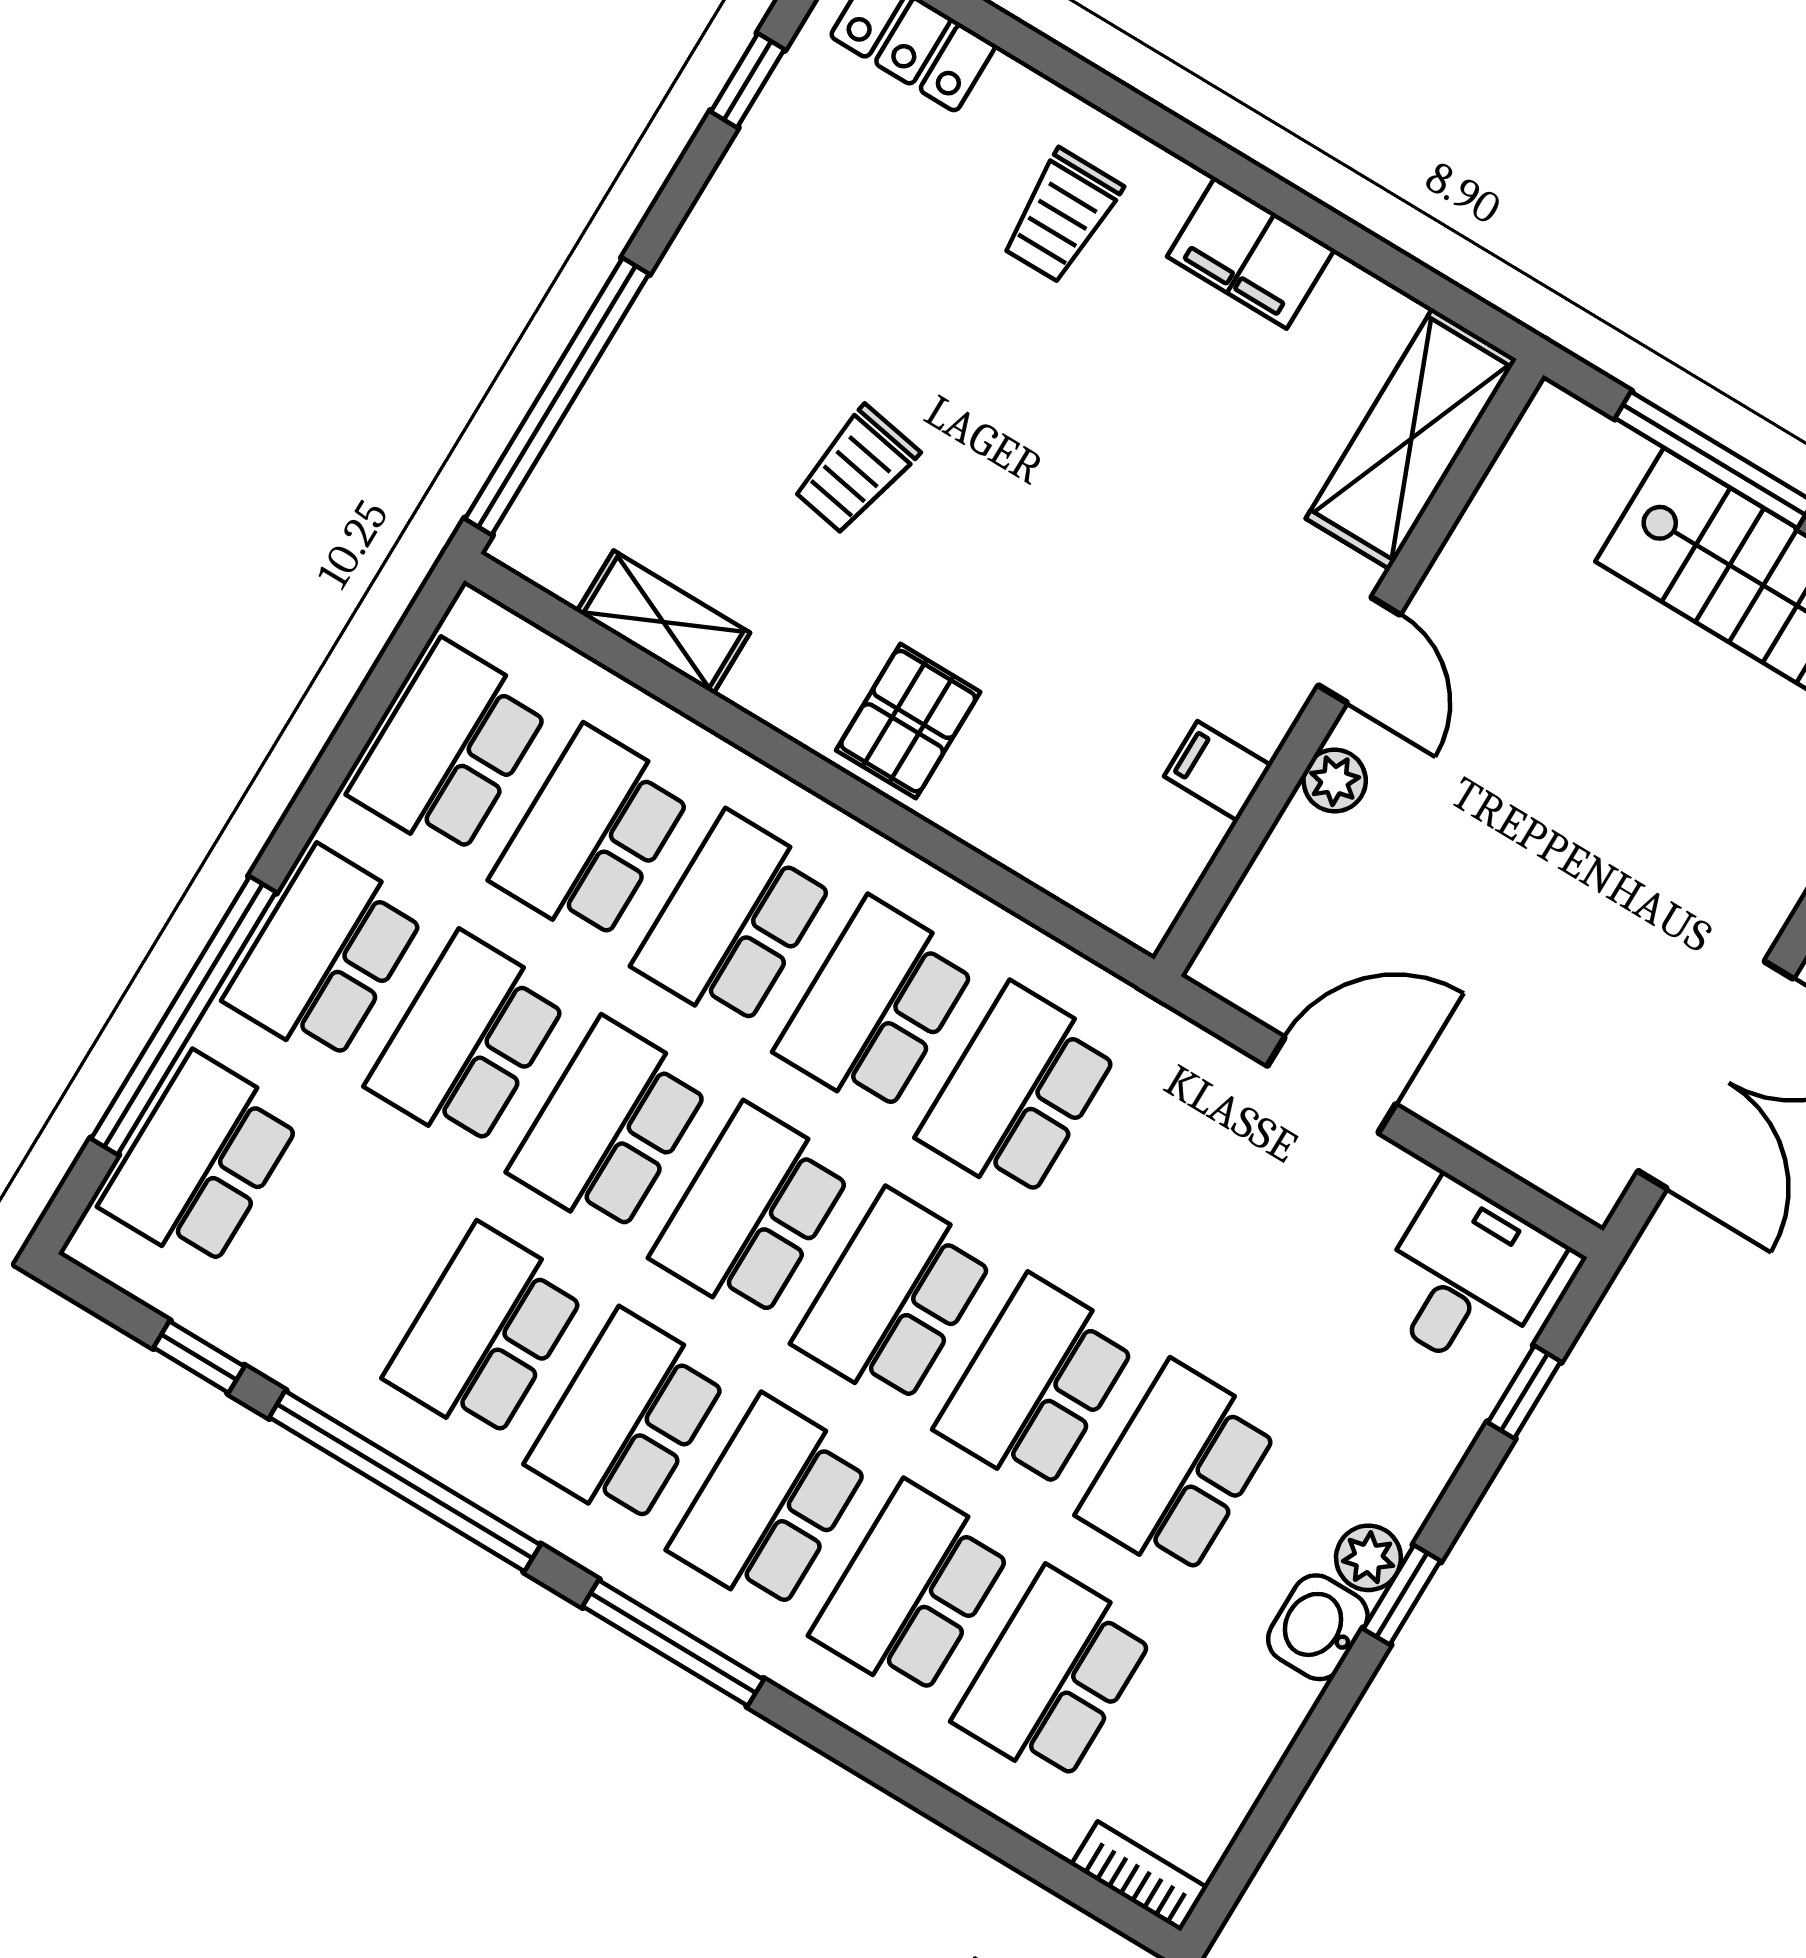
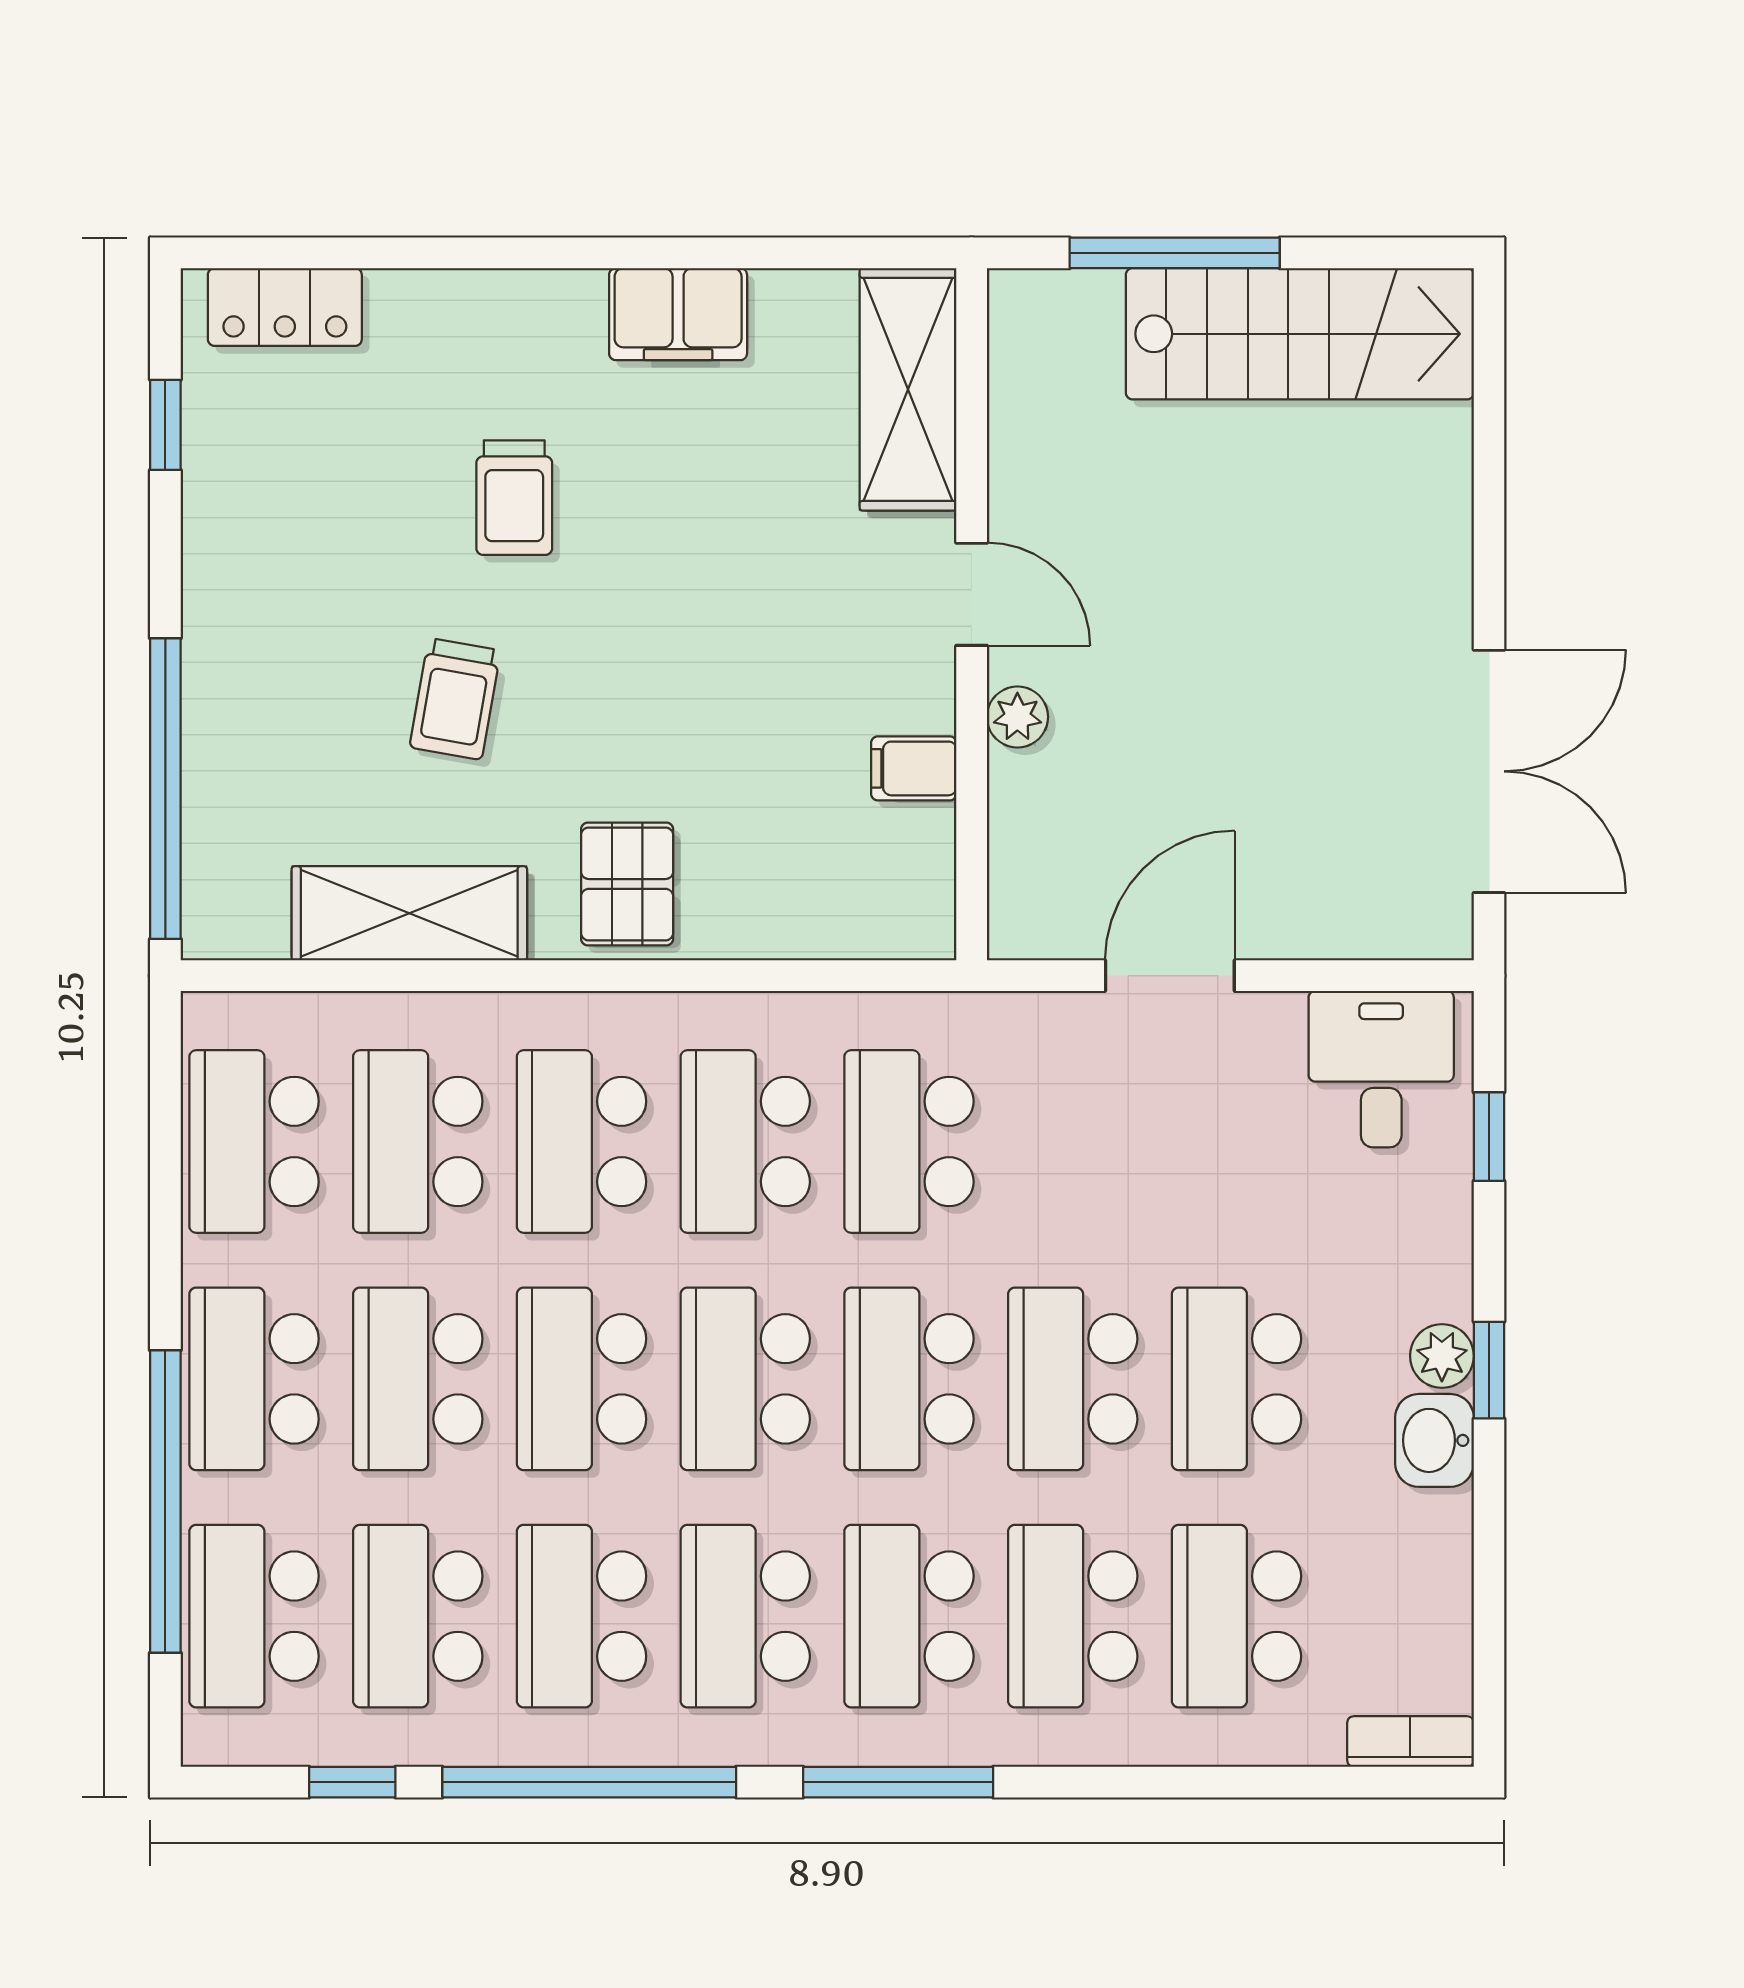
trolley: (1061, 216) -> (514, 498), moved
shelving: (663, 622) -> (409, 913), width x1.50, depth x1.33
school desk: (343, 1247) -> (418, 1616), added

